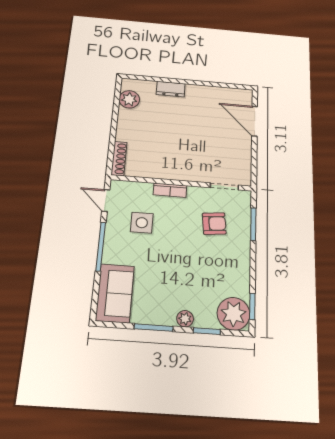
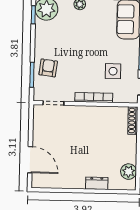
bookcase: (170, 190) -> (94, 98), width x1.56
armchair: (214, 224) -> (48, 68), moved, turned 103

